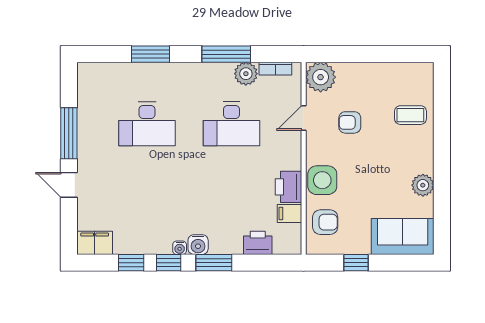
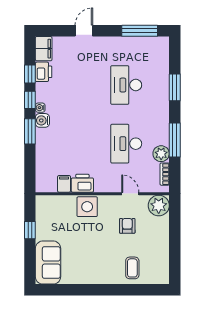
window: (69, 133) -> (140, 31), moved
plant: (423, 185) -> (84, 277), removed
armchair: (325, 222) -> (58, 209), removed
printer: (258, 243) -> (44, 72), moved

